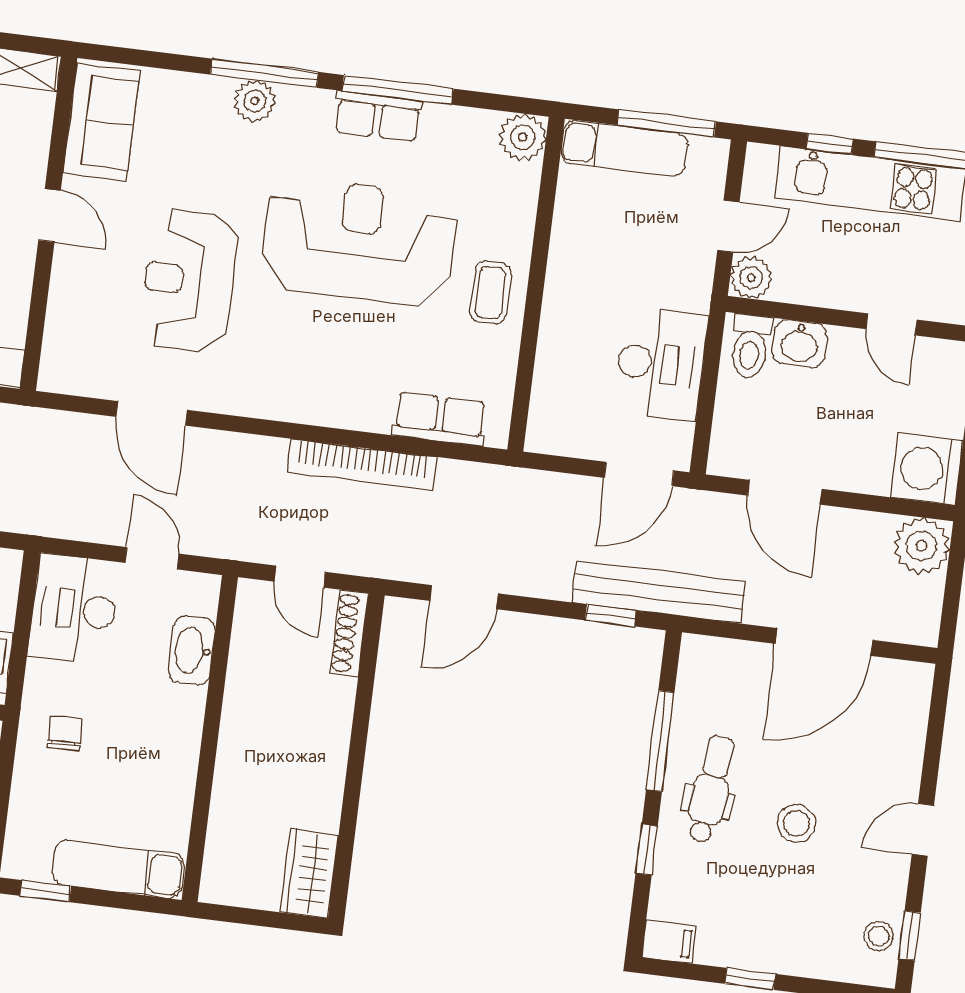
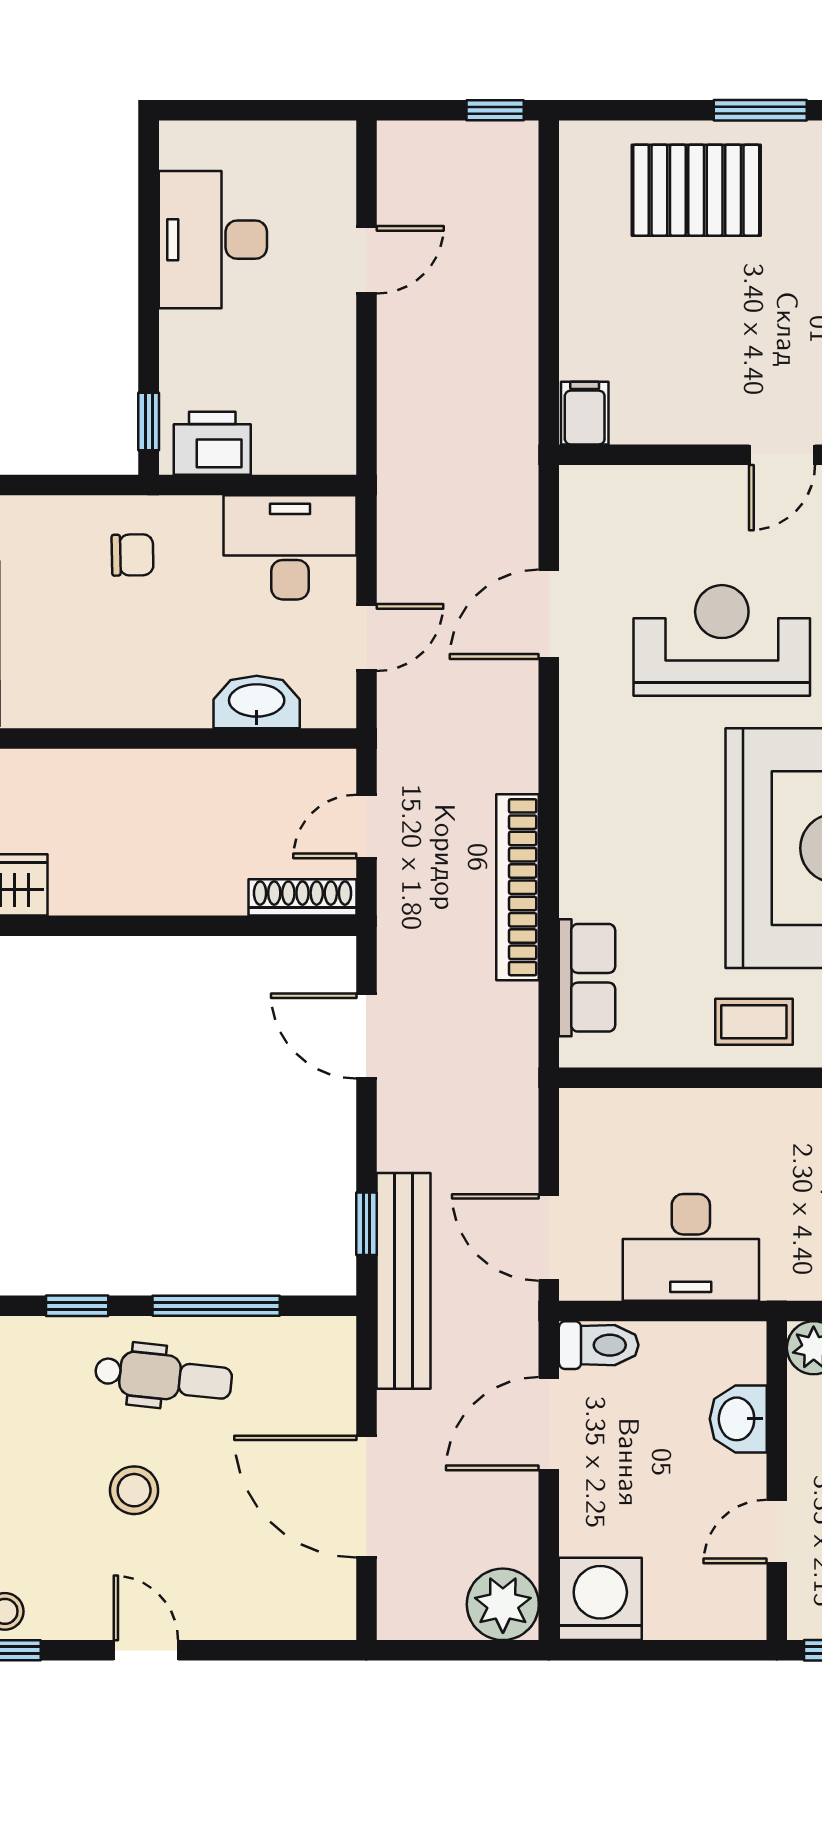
toilet: (750, 346) -> (599, 1345), moved, turned 180

